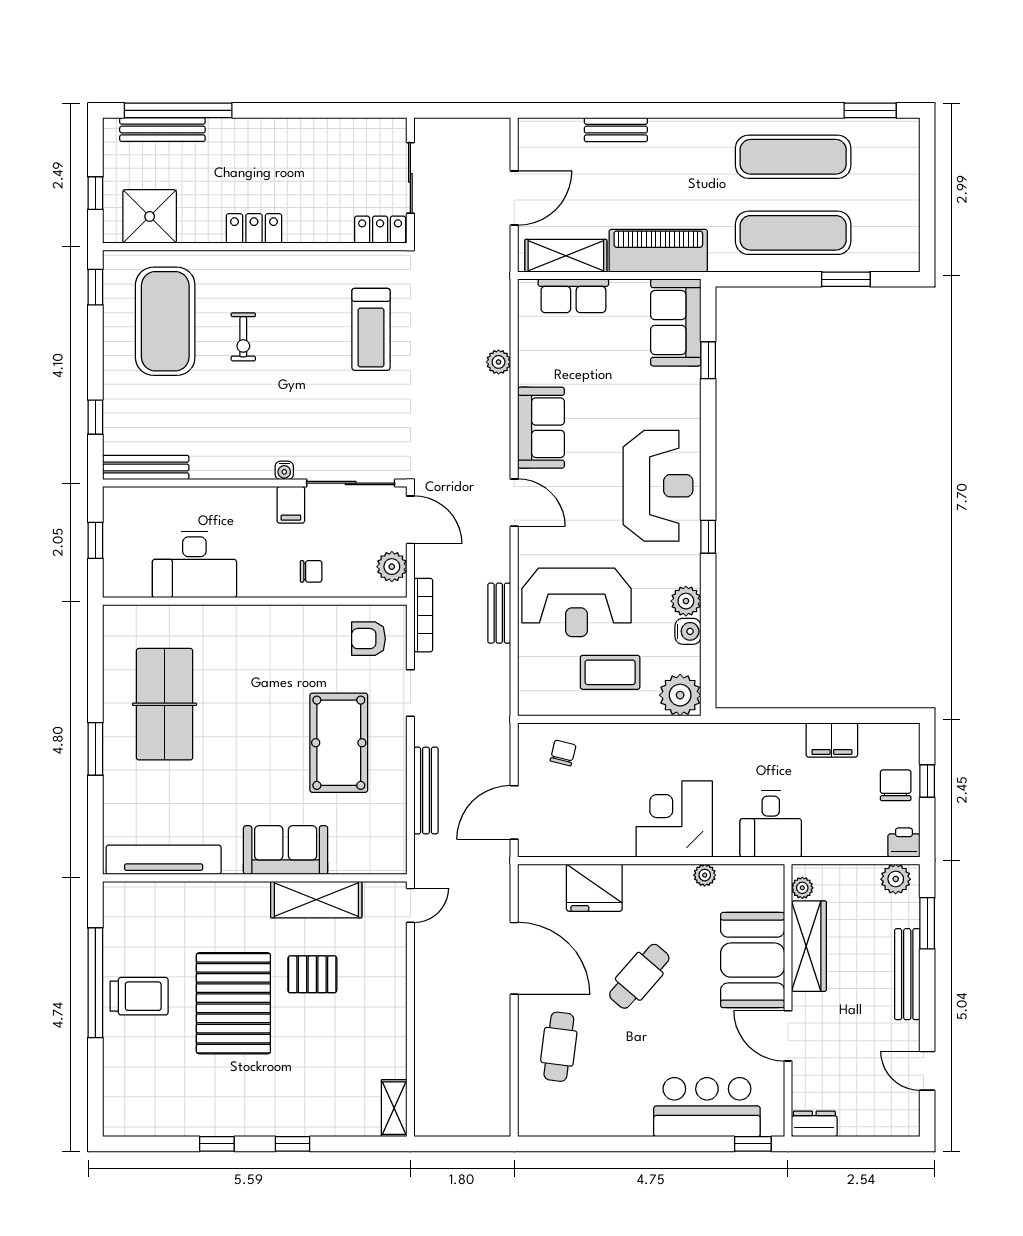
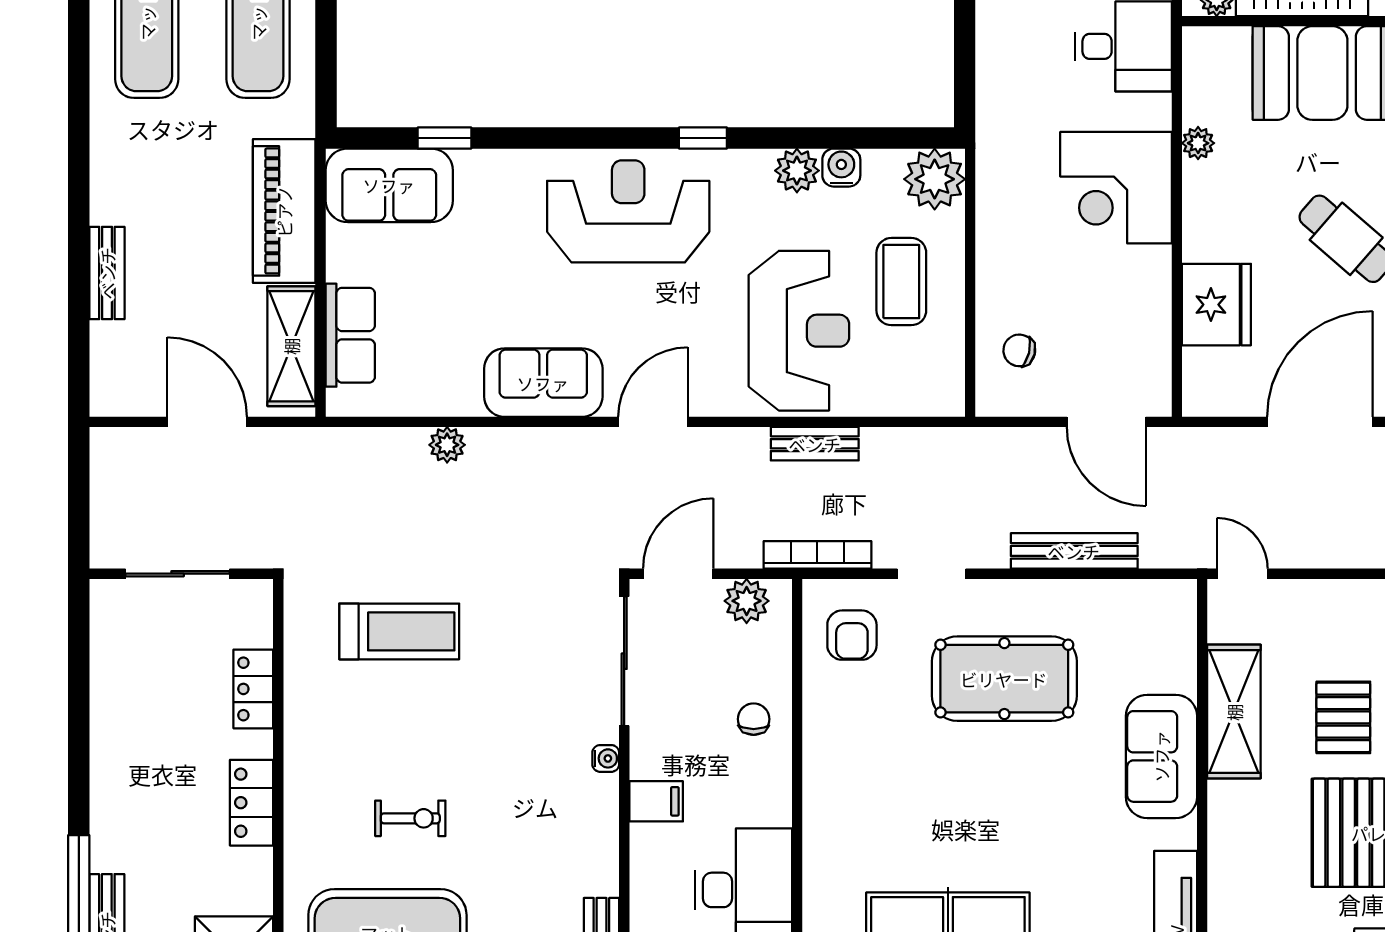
locker: (380, 230) -> (253, 689), moved
filing cabinet: (291, 505) -> (656, 801), moved

